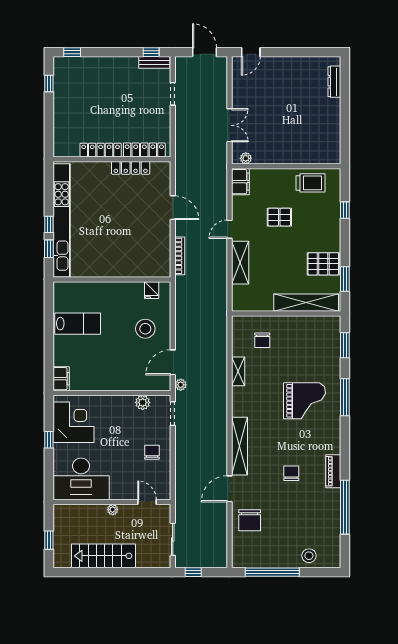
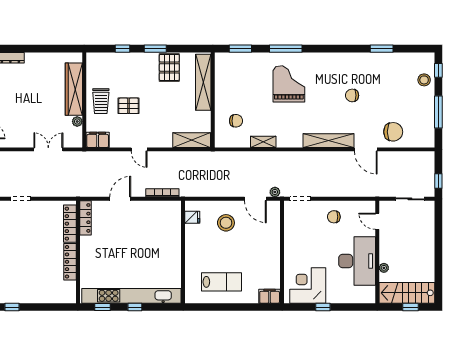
wardrobe: (298, 154) -> (74, 89), added
plant: (246, 158) -> (77, 121), moved
locker: (131, 168) -> (86, 218), moved
trolley: (311, 183) -> (101, 101), moved, turned 180
pallet: (279, 217) -> (129, 106), turned 90
window: (49, 249) -> (102, 307), moved
shelving: (240, 263) -> (192, 140), moved
window: (345, 279) -> (155, 49), moved
lab bench: (78, 324) -> (221, 282), turned 90
plant: (143, 402) -> (290, 225), removed
piano: (333, 471) -> (350, 59), removed
desk: (81, 479) -> (357, 261), moved
door: (147, 502) -> (377, 221), hinge flipped
window: (345, 507) -> (382, 49), width x0.47
plant: (113, 510) -> (384, 268), moved
stairs: (103, 556) -> (407, 293), moved, turned 90
window: (272, 572) -> (438, 112), width x0.68
window: (320, 572) -> (438, 70), added

